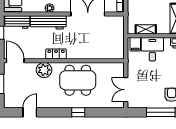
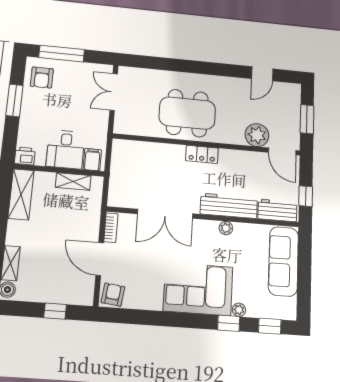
locker: (56, 54) -> (202, 154), moved
plant: (44, 70) -> (257, 135), moved
double door: (126, 90) -> (114, 92), swing flipped
window: (78, 112) -> (189, 66), removed

